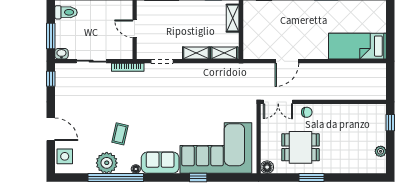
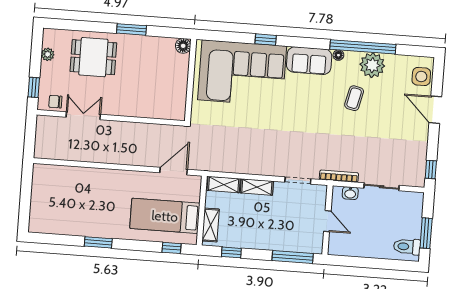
window: (51, 36) -> (426, 233), moved
bed: (357, 46) -> (165, 216), moved, turned 180
washbasin: (61, 54) -> (350, 193), moved
door: (287, 61) -> (174, 171), moved
double door: (278, 102) -> (83, 116), moved
chair: (307, 112) -> (55, 102), moved
dining table: (301, 147) -> (93, 57), moved

